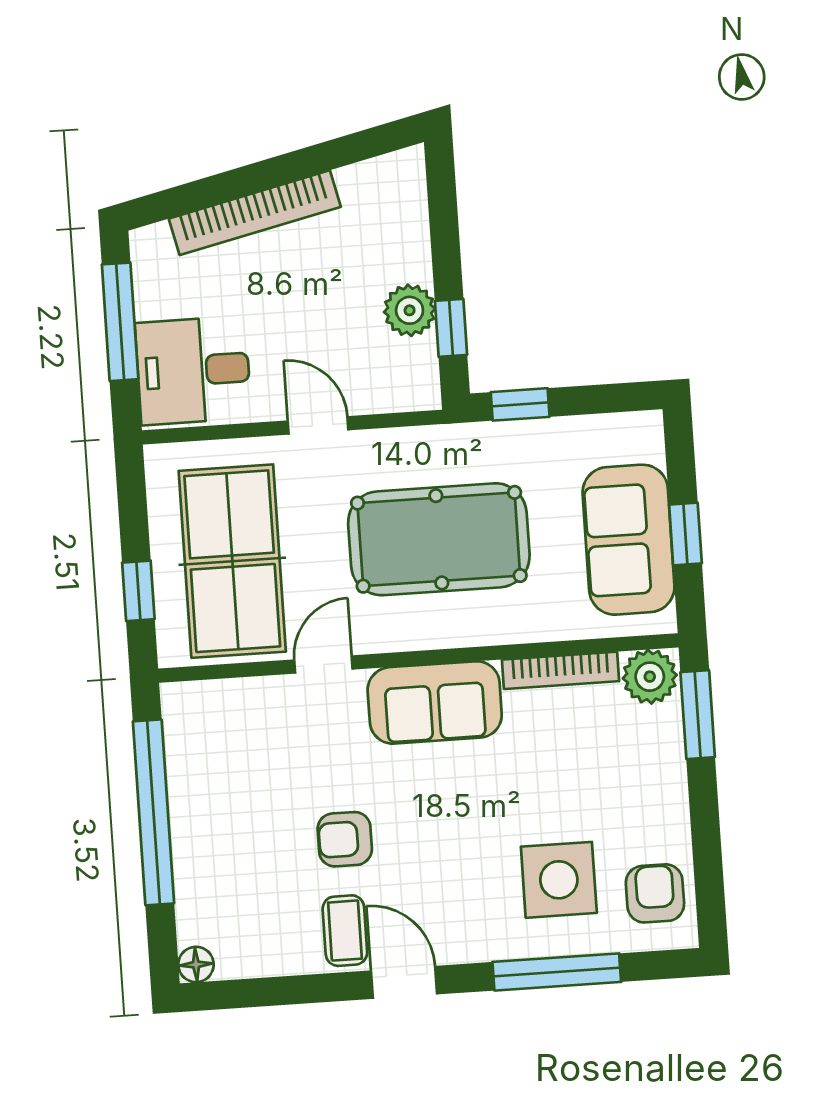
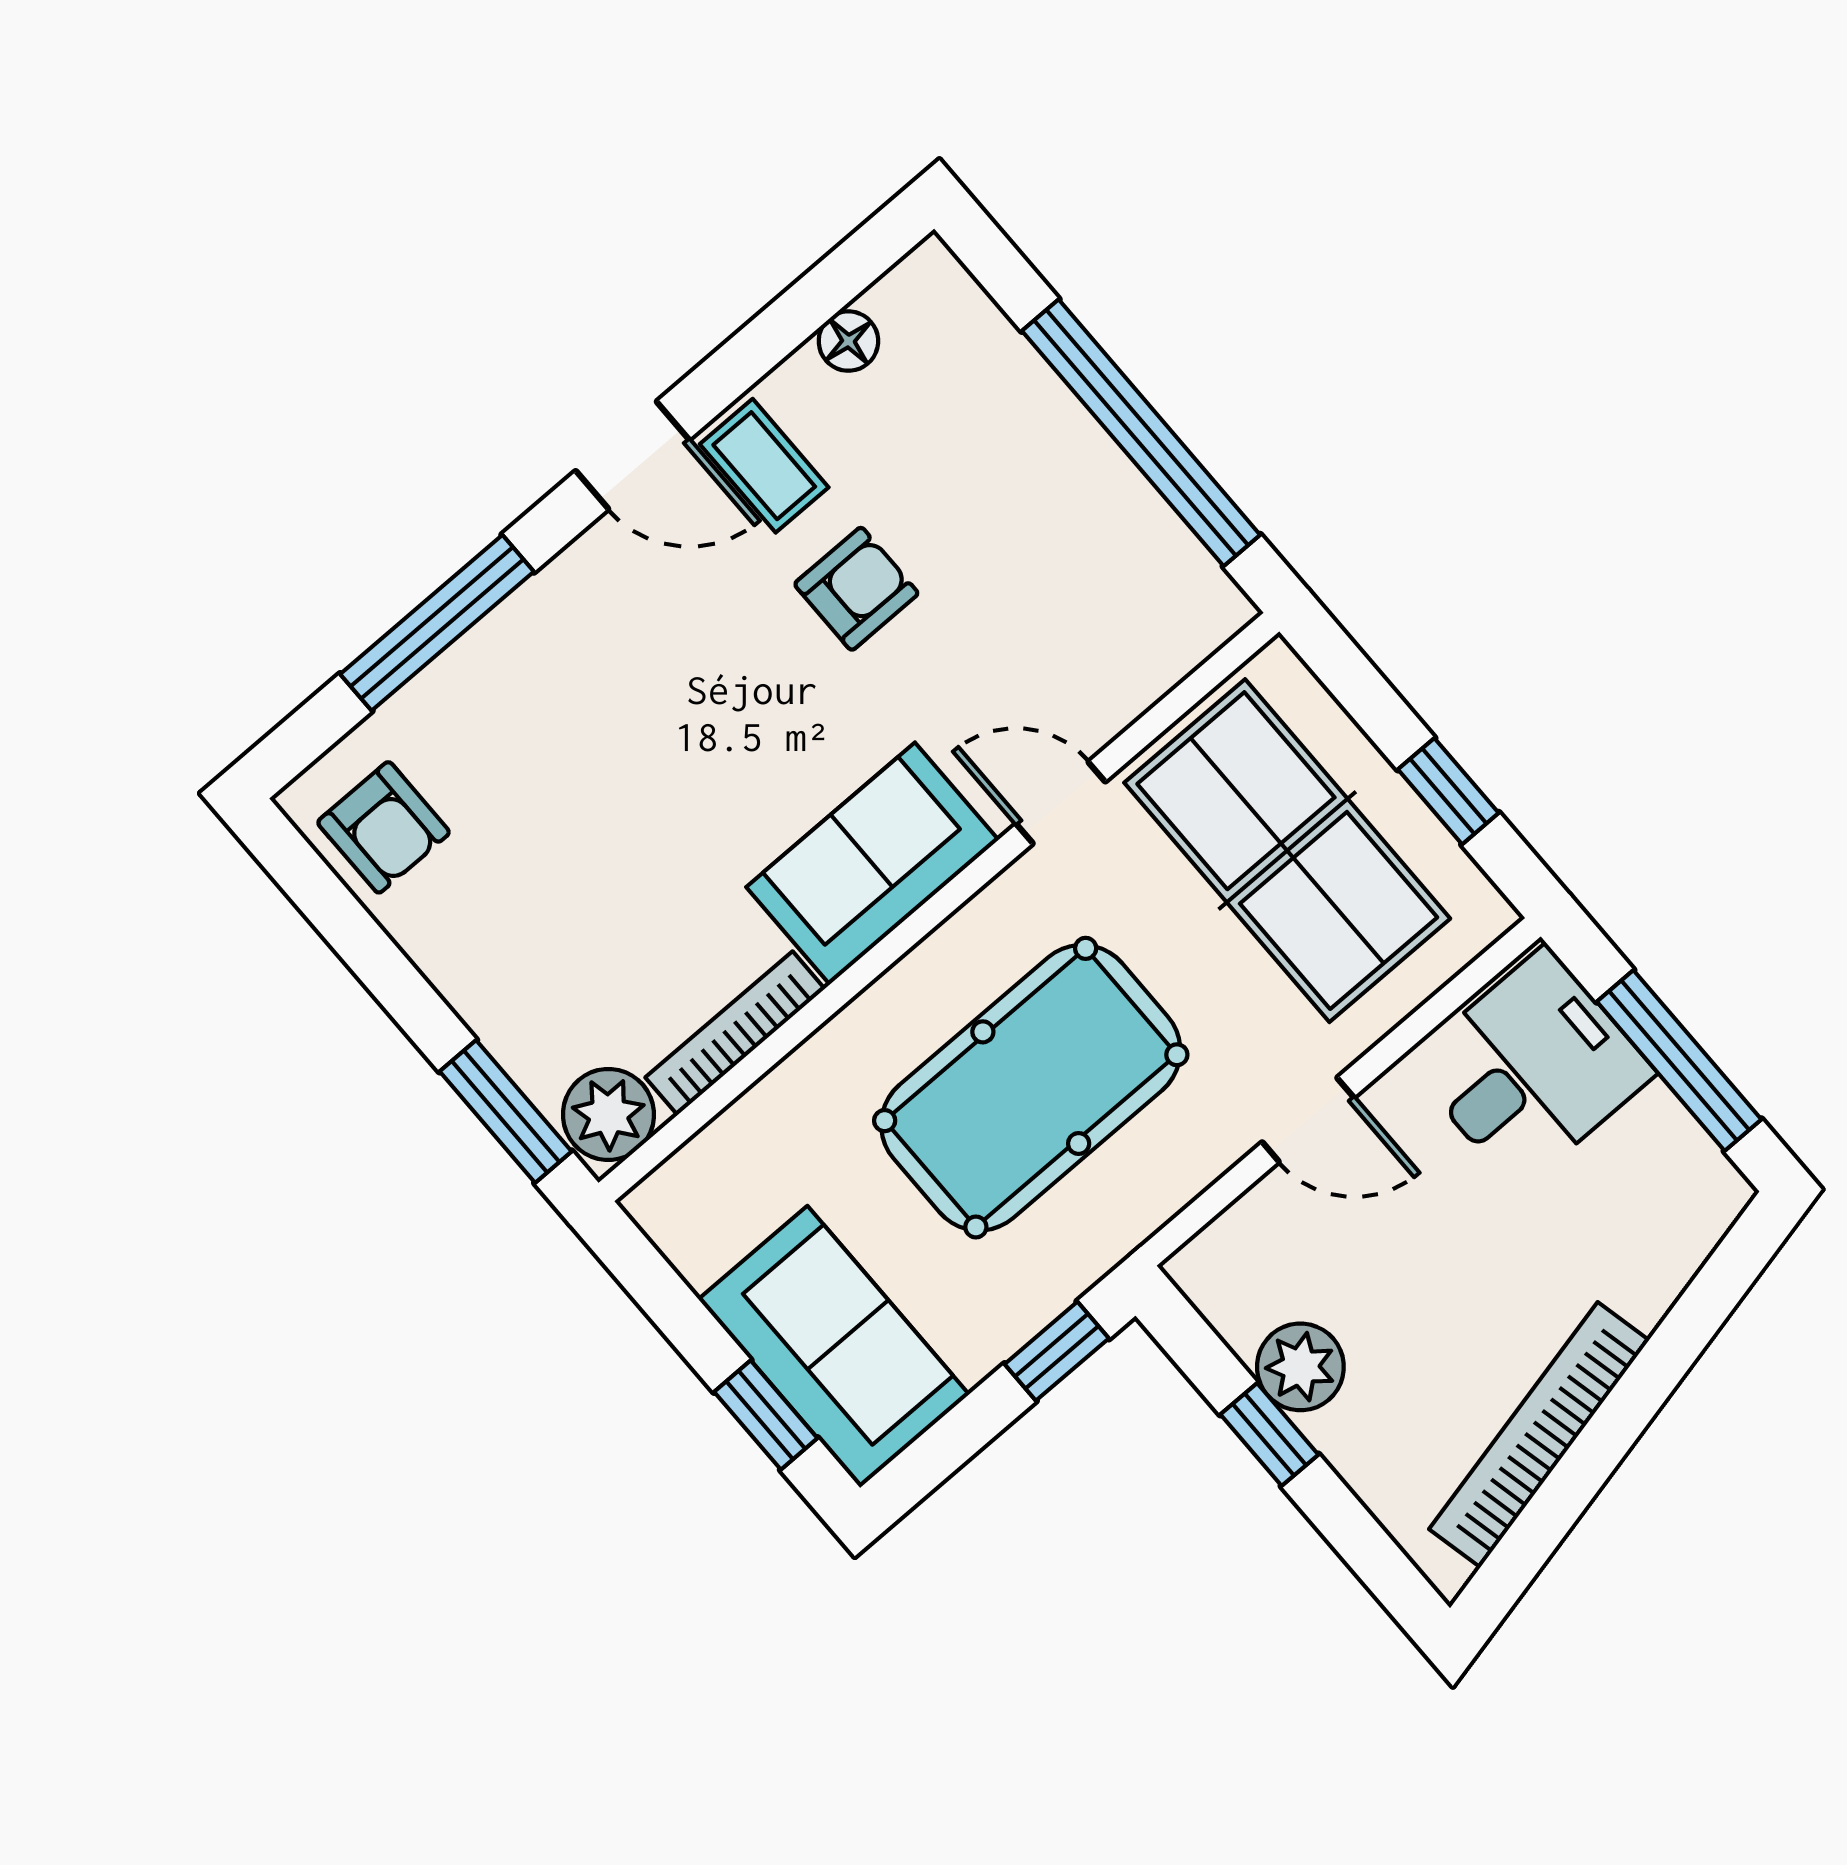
bookcase: (255, 213) -> (1539, 1435), moved
window: (451, 328) -> (1269, 1434), moved
window: (685, 534) -> (766, 1415), moved
sofa: (629, 540) -> (834, 1347), moved
window: (138, 591) -> (1448, 791), moved
door: (323, 665) -> (1061, 803), swing flipped
side table: (559, 880) -> (527, 749), removed
floor lamp: (196, 964) -> (848, 341), moved

